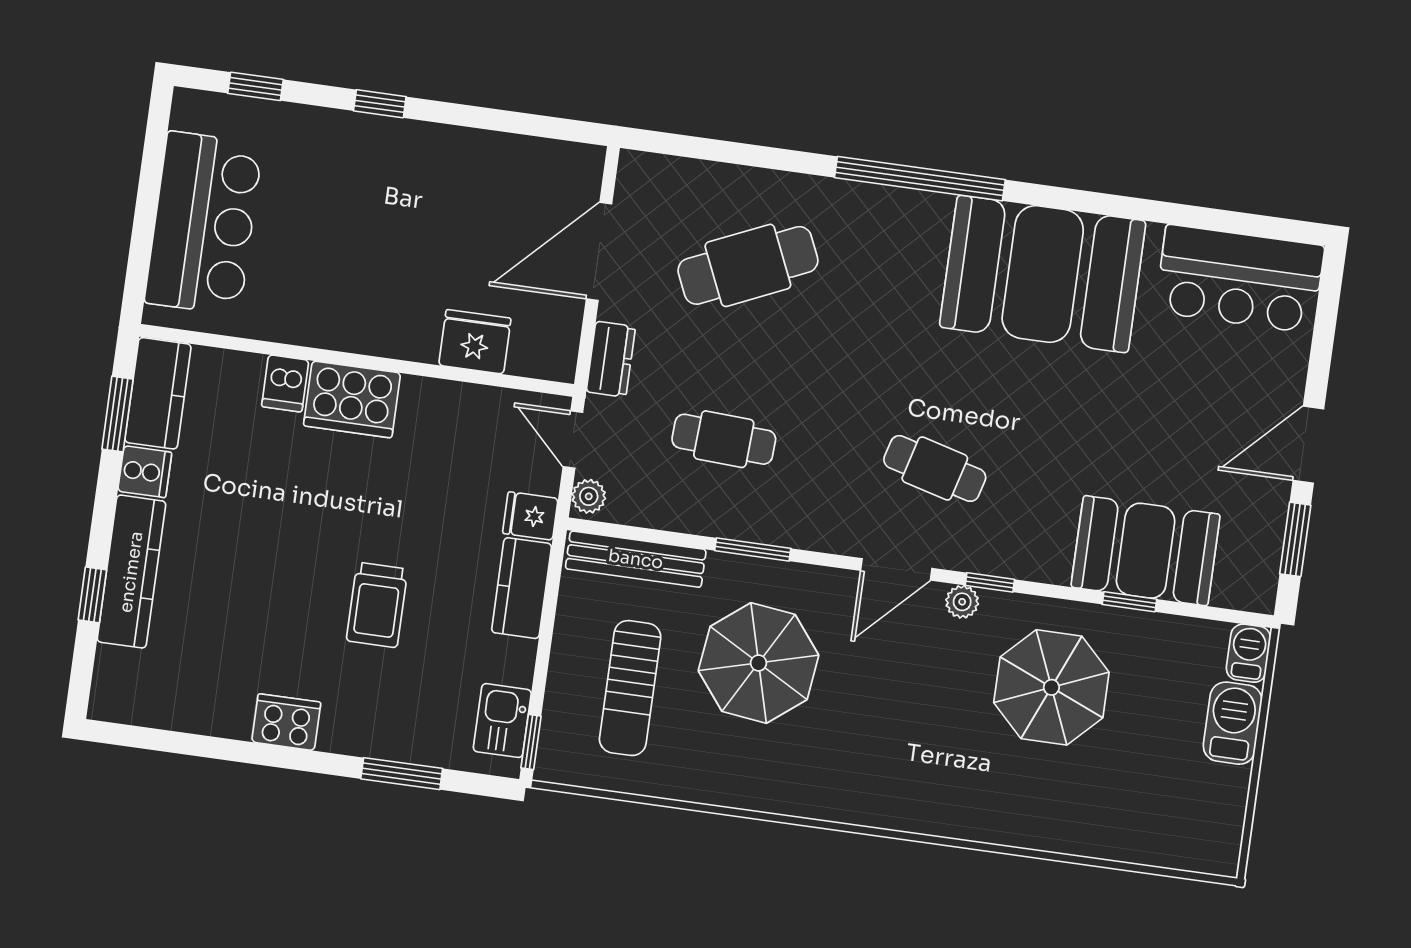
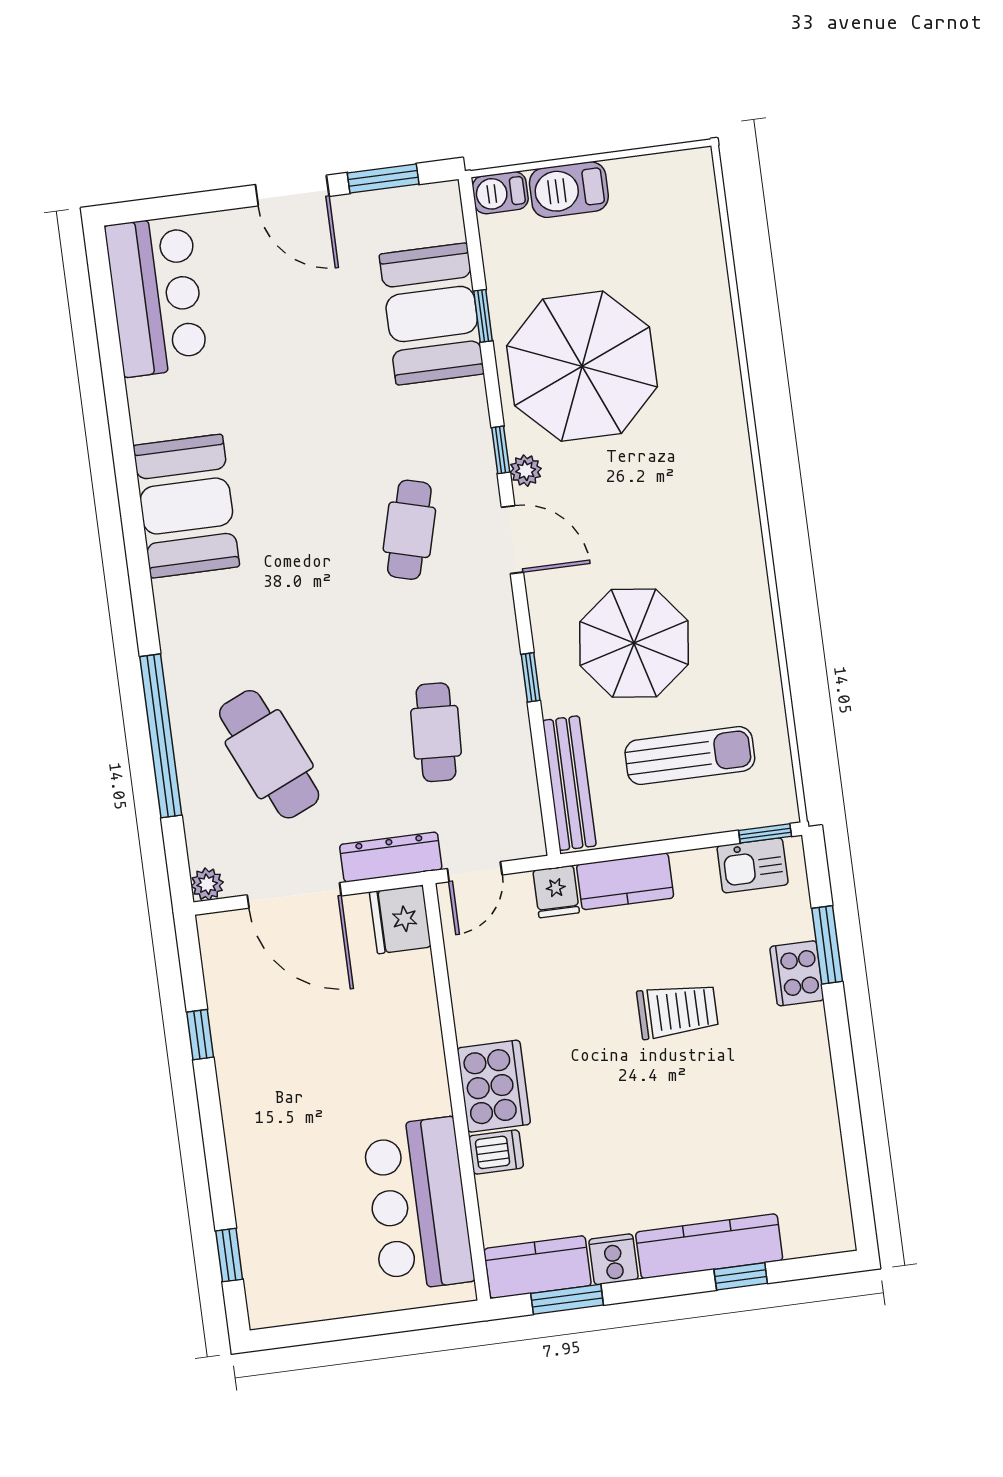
window: (380, 104) -> (200, 1035), moved
window: (920, 179) -> (161, 736), moved
bar counter: (204, 223) -> (418, 1205), moved, turned -90
booth: (1043, 274) -> (186, 506), width x0.73, depth x0.70
fridge: (475, 342) -> (400, 919), moved
dresser: (611, 359) -> (391, 857), width x1.44
plant: (589, 496) -> (207, 884), moved
window: (753, 550) -> (531, 677), width x0.67
parasol: (1051, 687) -> (582, 366), width x1.36, depth x1.36
cooker: (286, 722) -> (797, 973), moved

